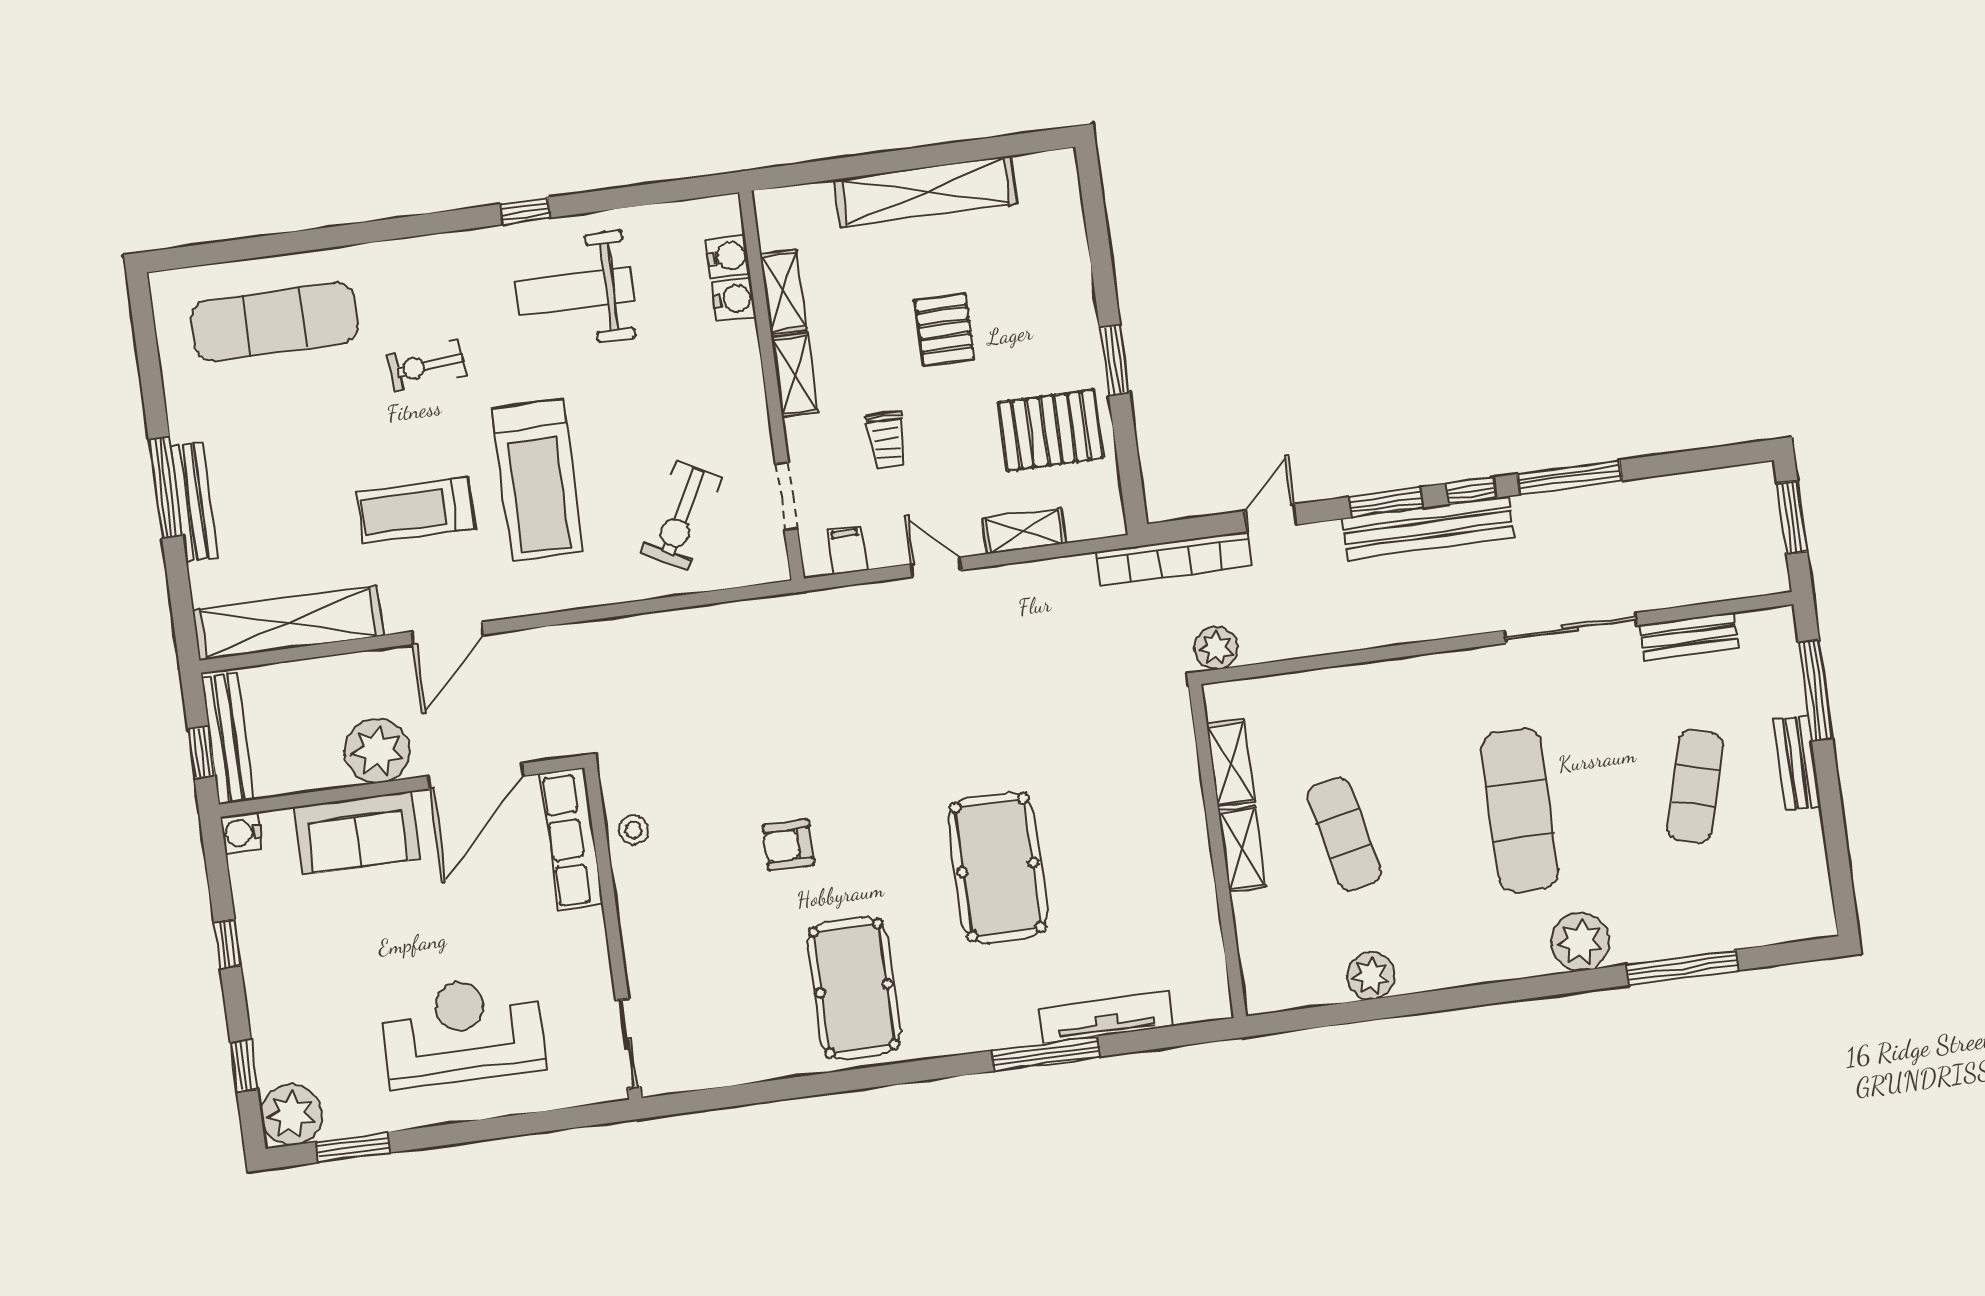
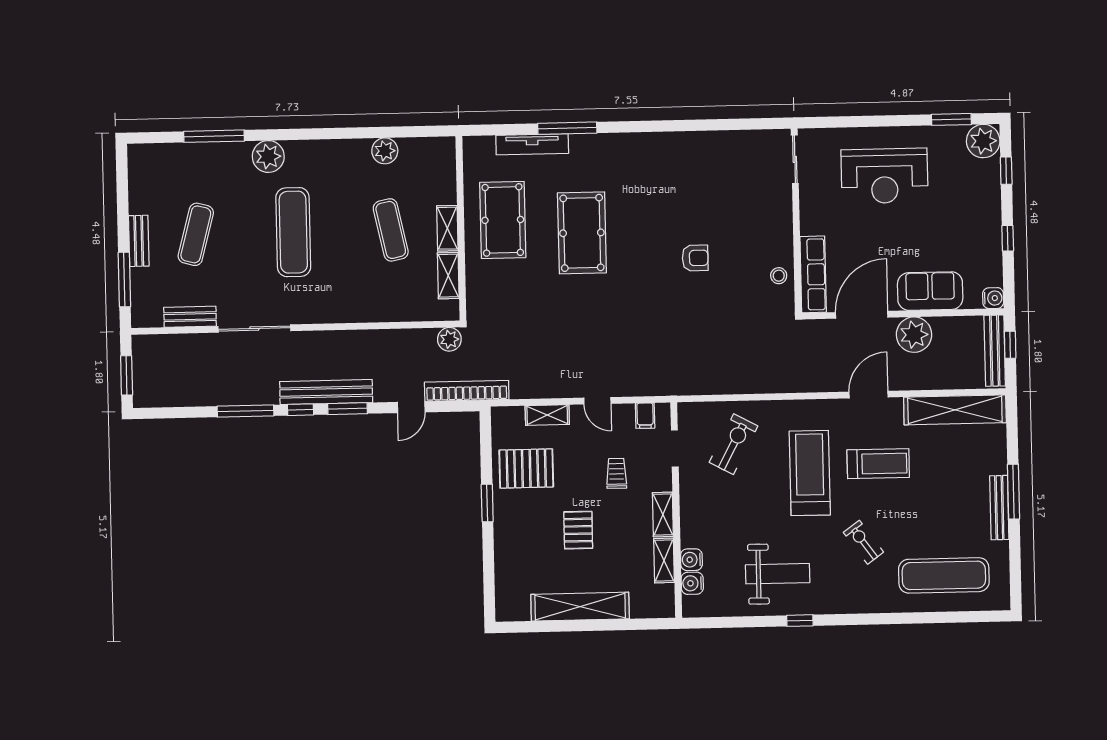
exercise bike: (426, 365) -> (863, 542), turned -121
bench: (194, 502) -> (999, 508), moved
pool table: (854, 988) -> (503, 220), moved

